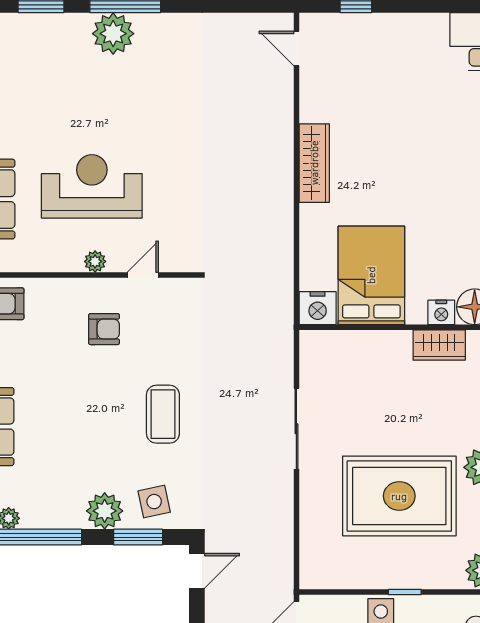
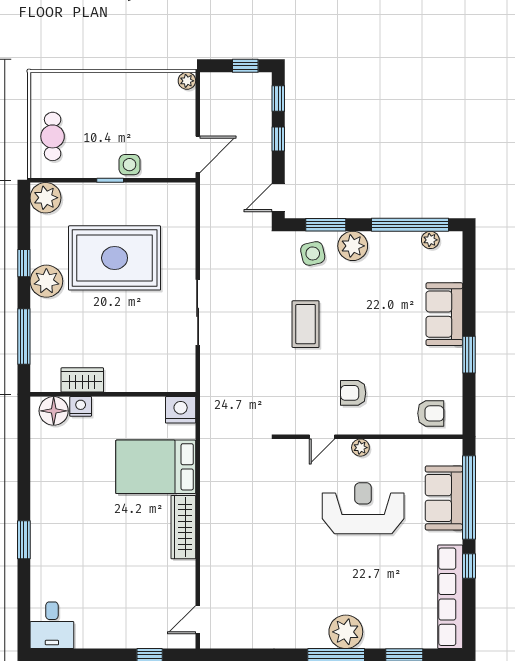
door: (296, 49) -> (198, 620), swing flipped
reception desk: (92, 186) -> (363, 508), turned 180
bed: (371, 275) -> (156, 467), moved, turned 90

